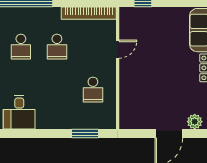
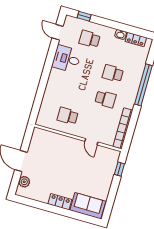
school desk: (57, 47) -> (106, 99), turned 180
window: (85, 134) -> (38, 101), removed

